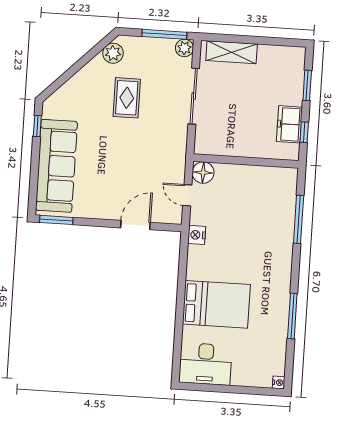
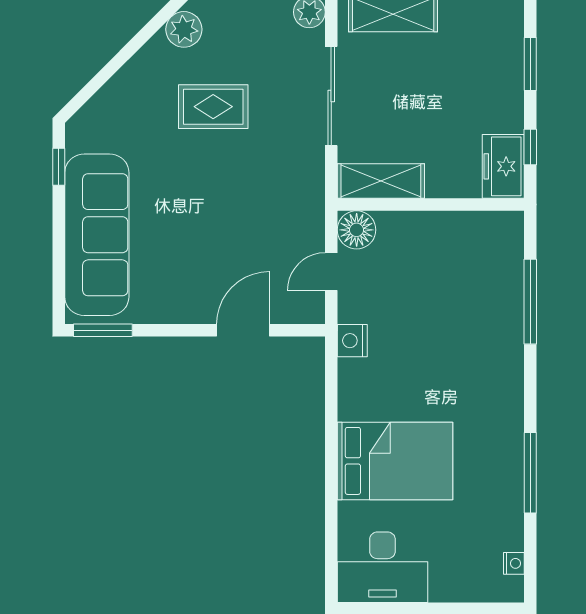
rug: (127, 98) -> (213, 107), turned 90
freezer: (289, 124) -> (503, 166), moved
shelving: (219, 146) -> (381, 181), added
door: (187, 195) -> (331, 272), hinge flipped
nightstand: (279, 383) -> (514, 563), moved

